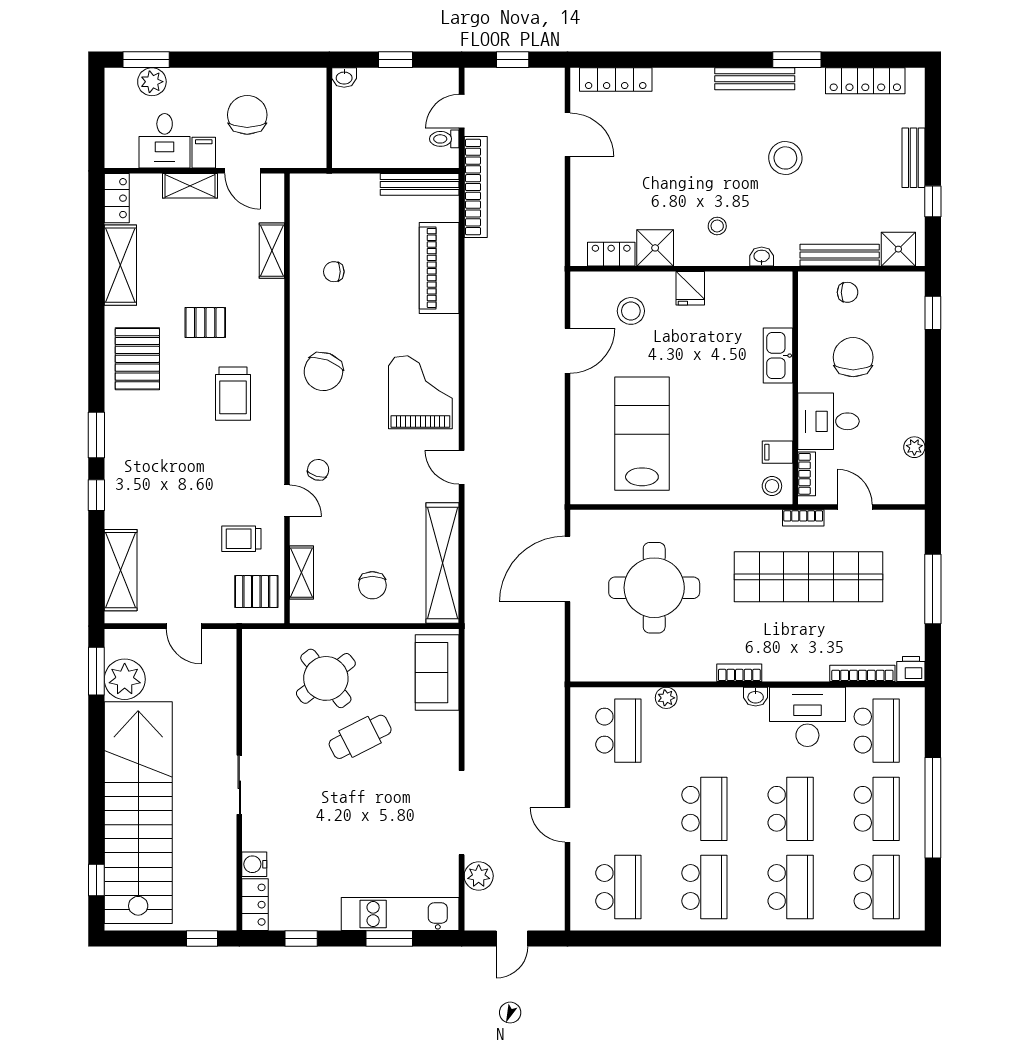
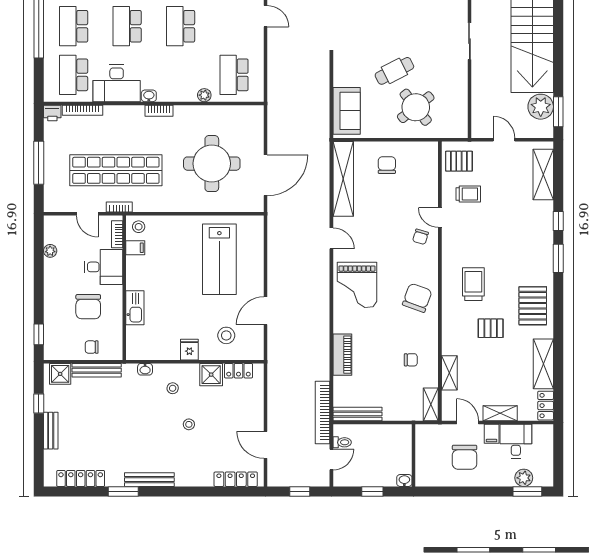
stool: (785, 158) -> (189, 424), moved, width x0.53, depth x0.53
piano: (439, 268) -> (342, 355), width x0.73, depth x0.75
shelving: (302, 573) -> (431, 404), moved

